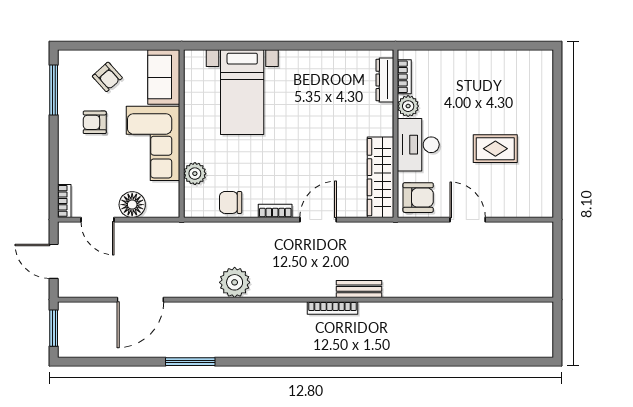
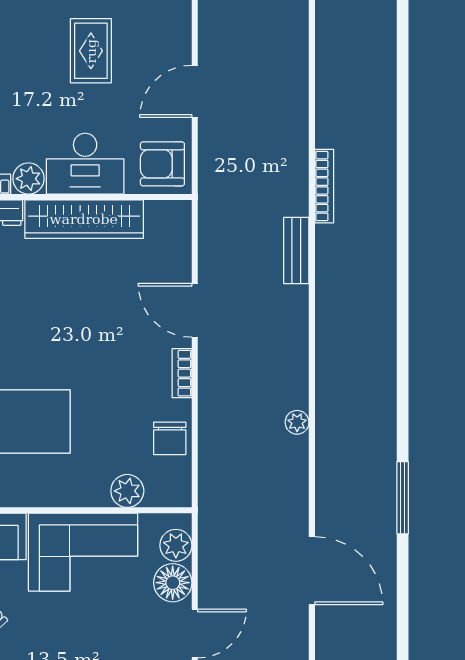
armchair: (95, 122) -> (52, 638), removed
wardrobe: (380, 177) -> (84, 219), moved
armchair: (418, 198) -> (162, 164), turned -90
plant: (158, 207) -> (176, 545), added
plant: (235, 282) -> (297, 422), width x0.53, depth x0.53
bookcase: (333, 308) -> (324, 186), moved

